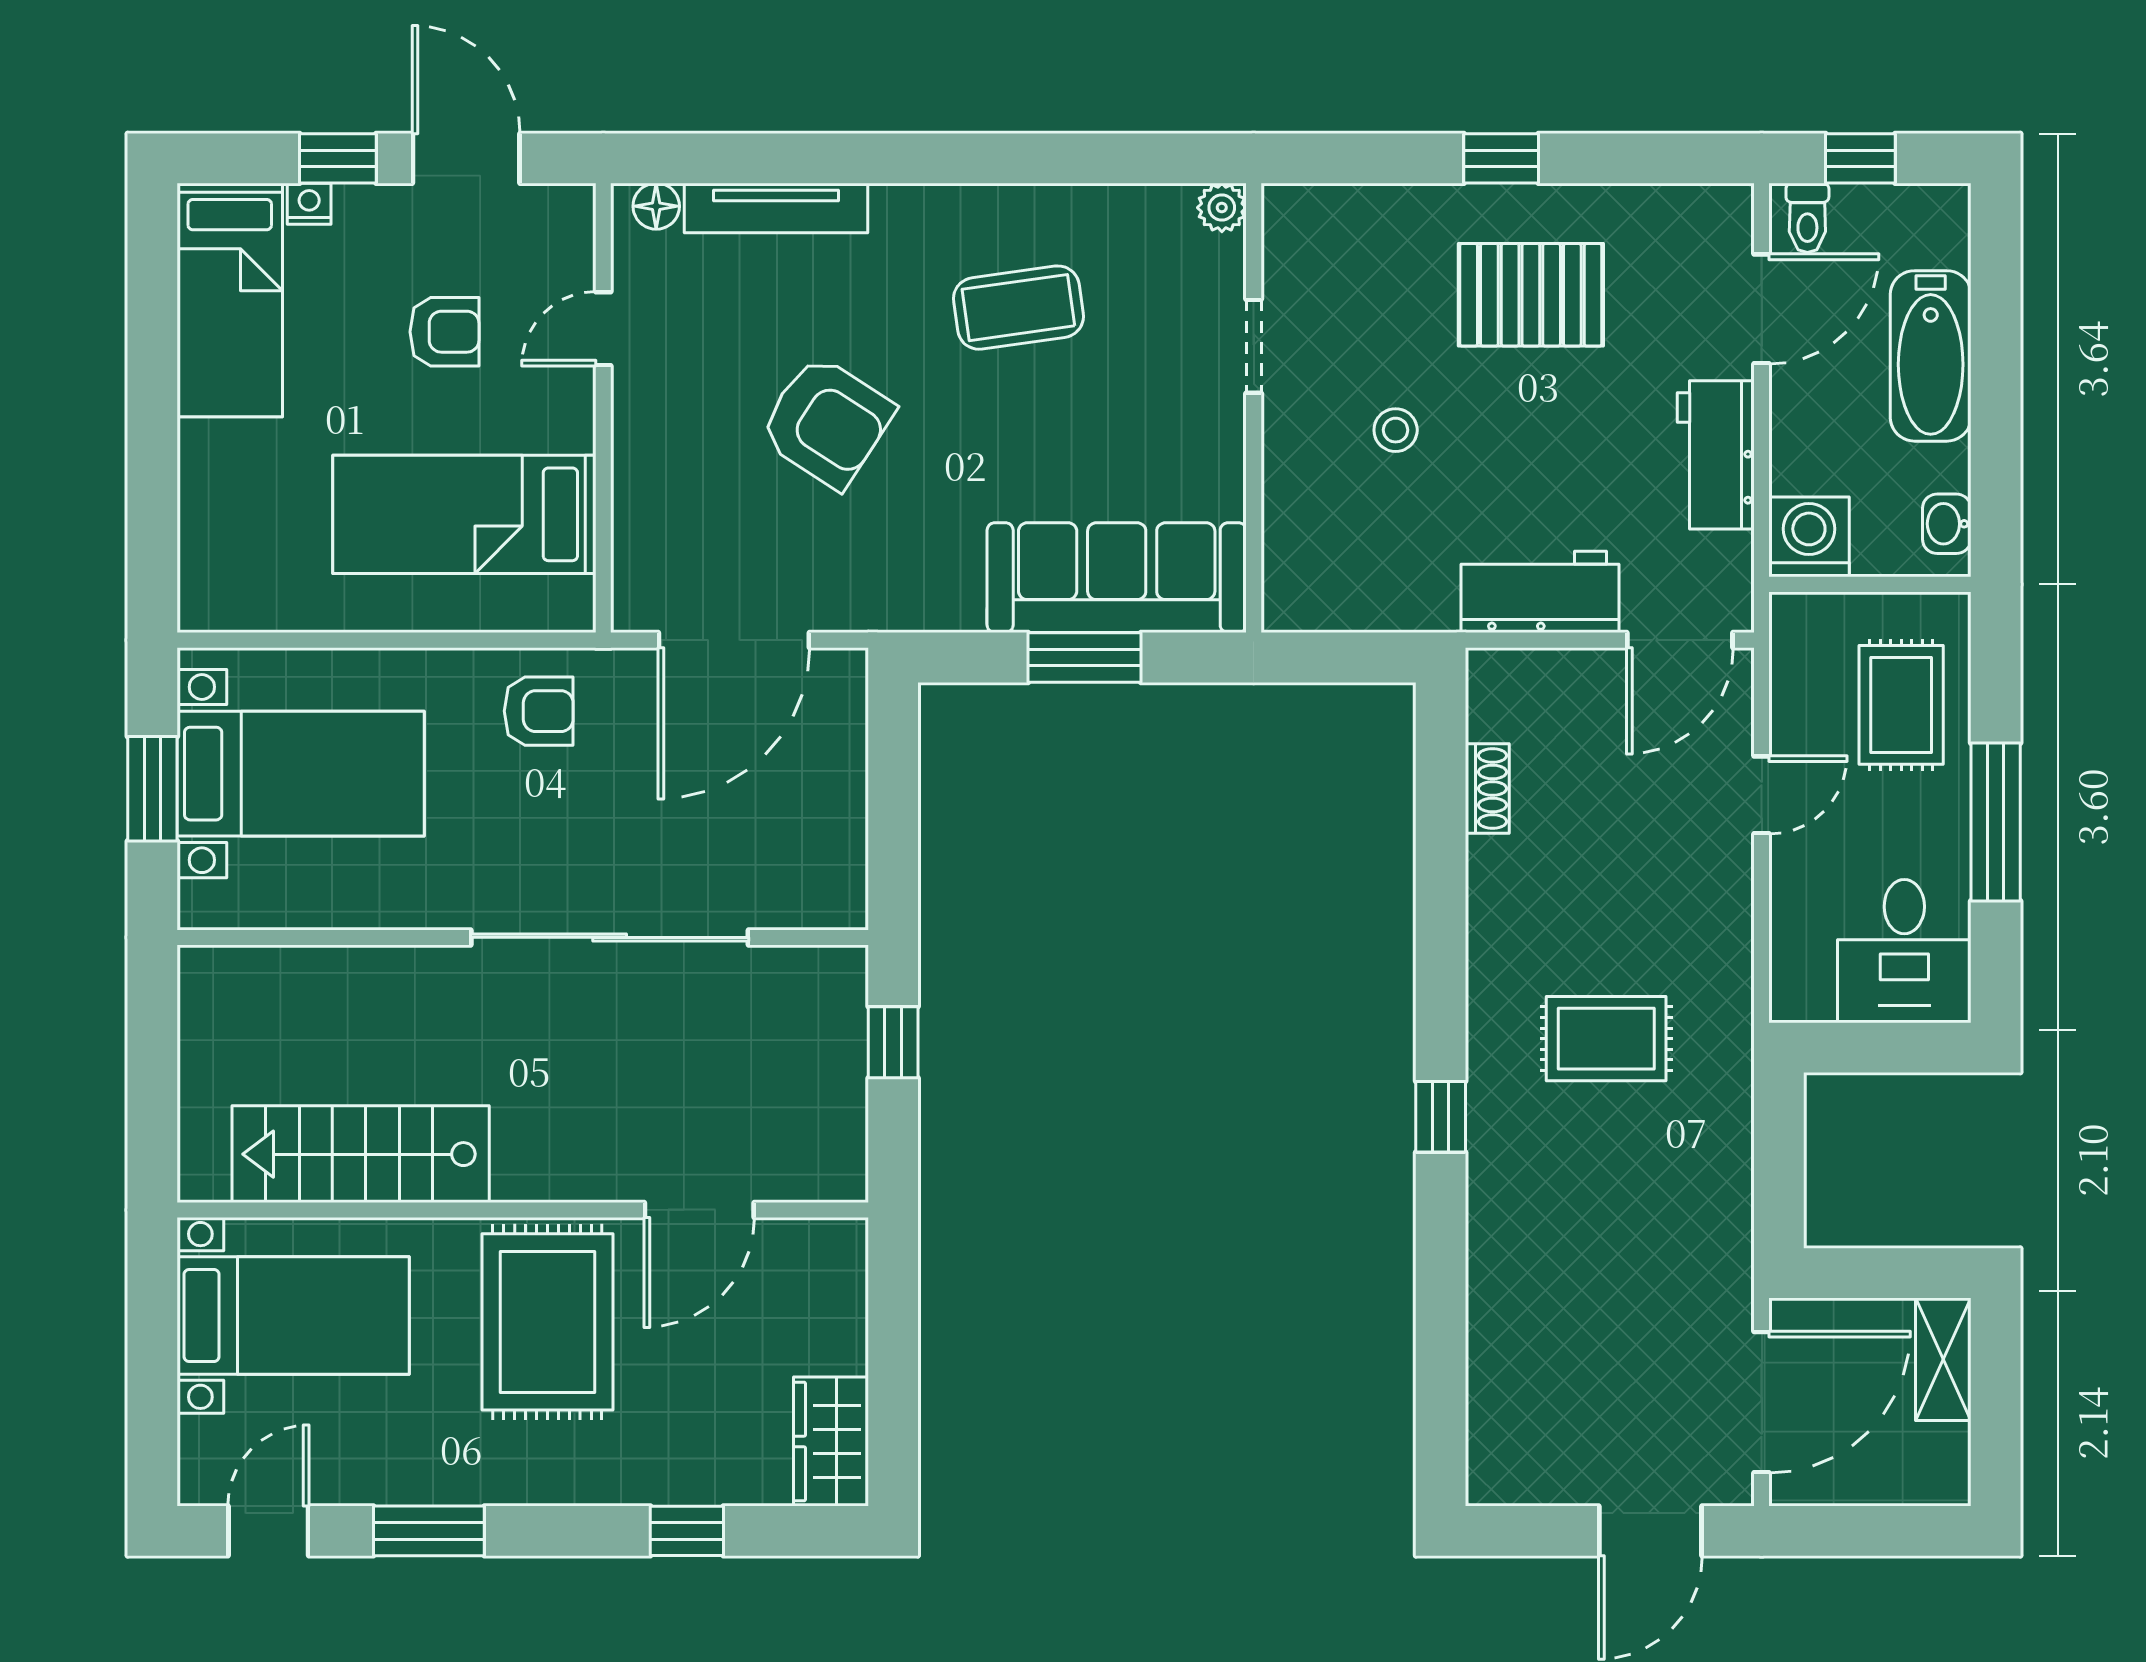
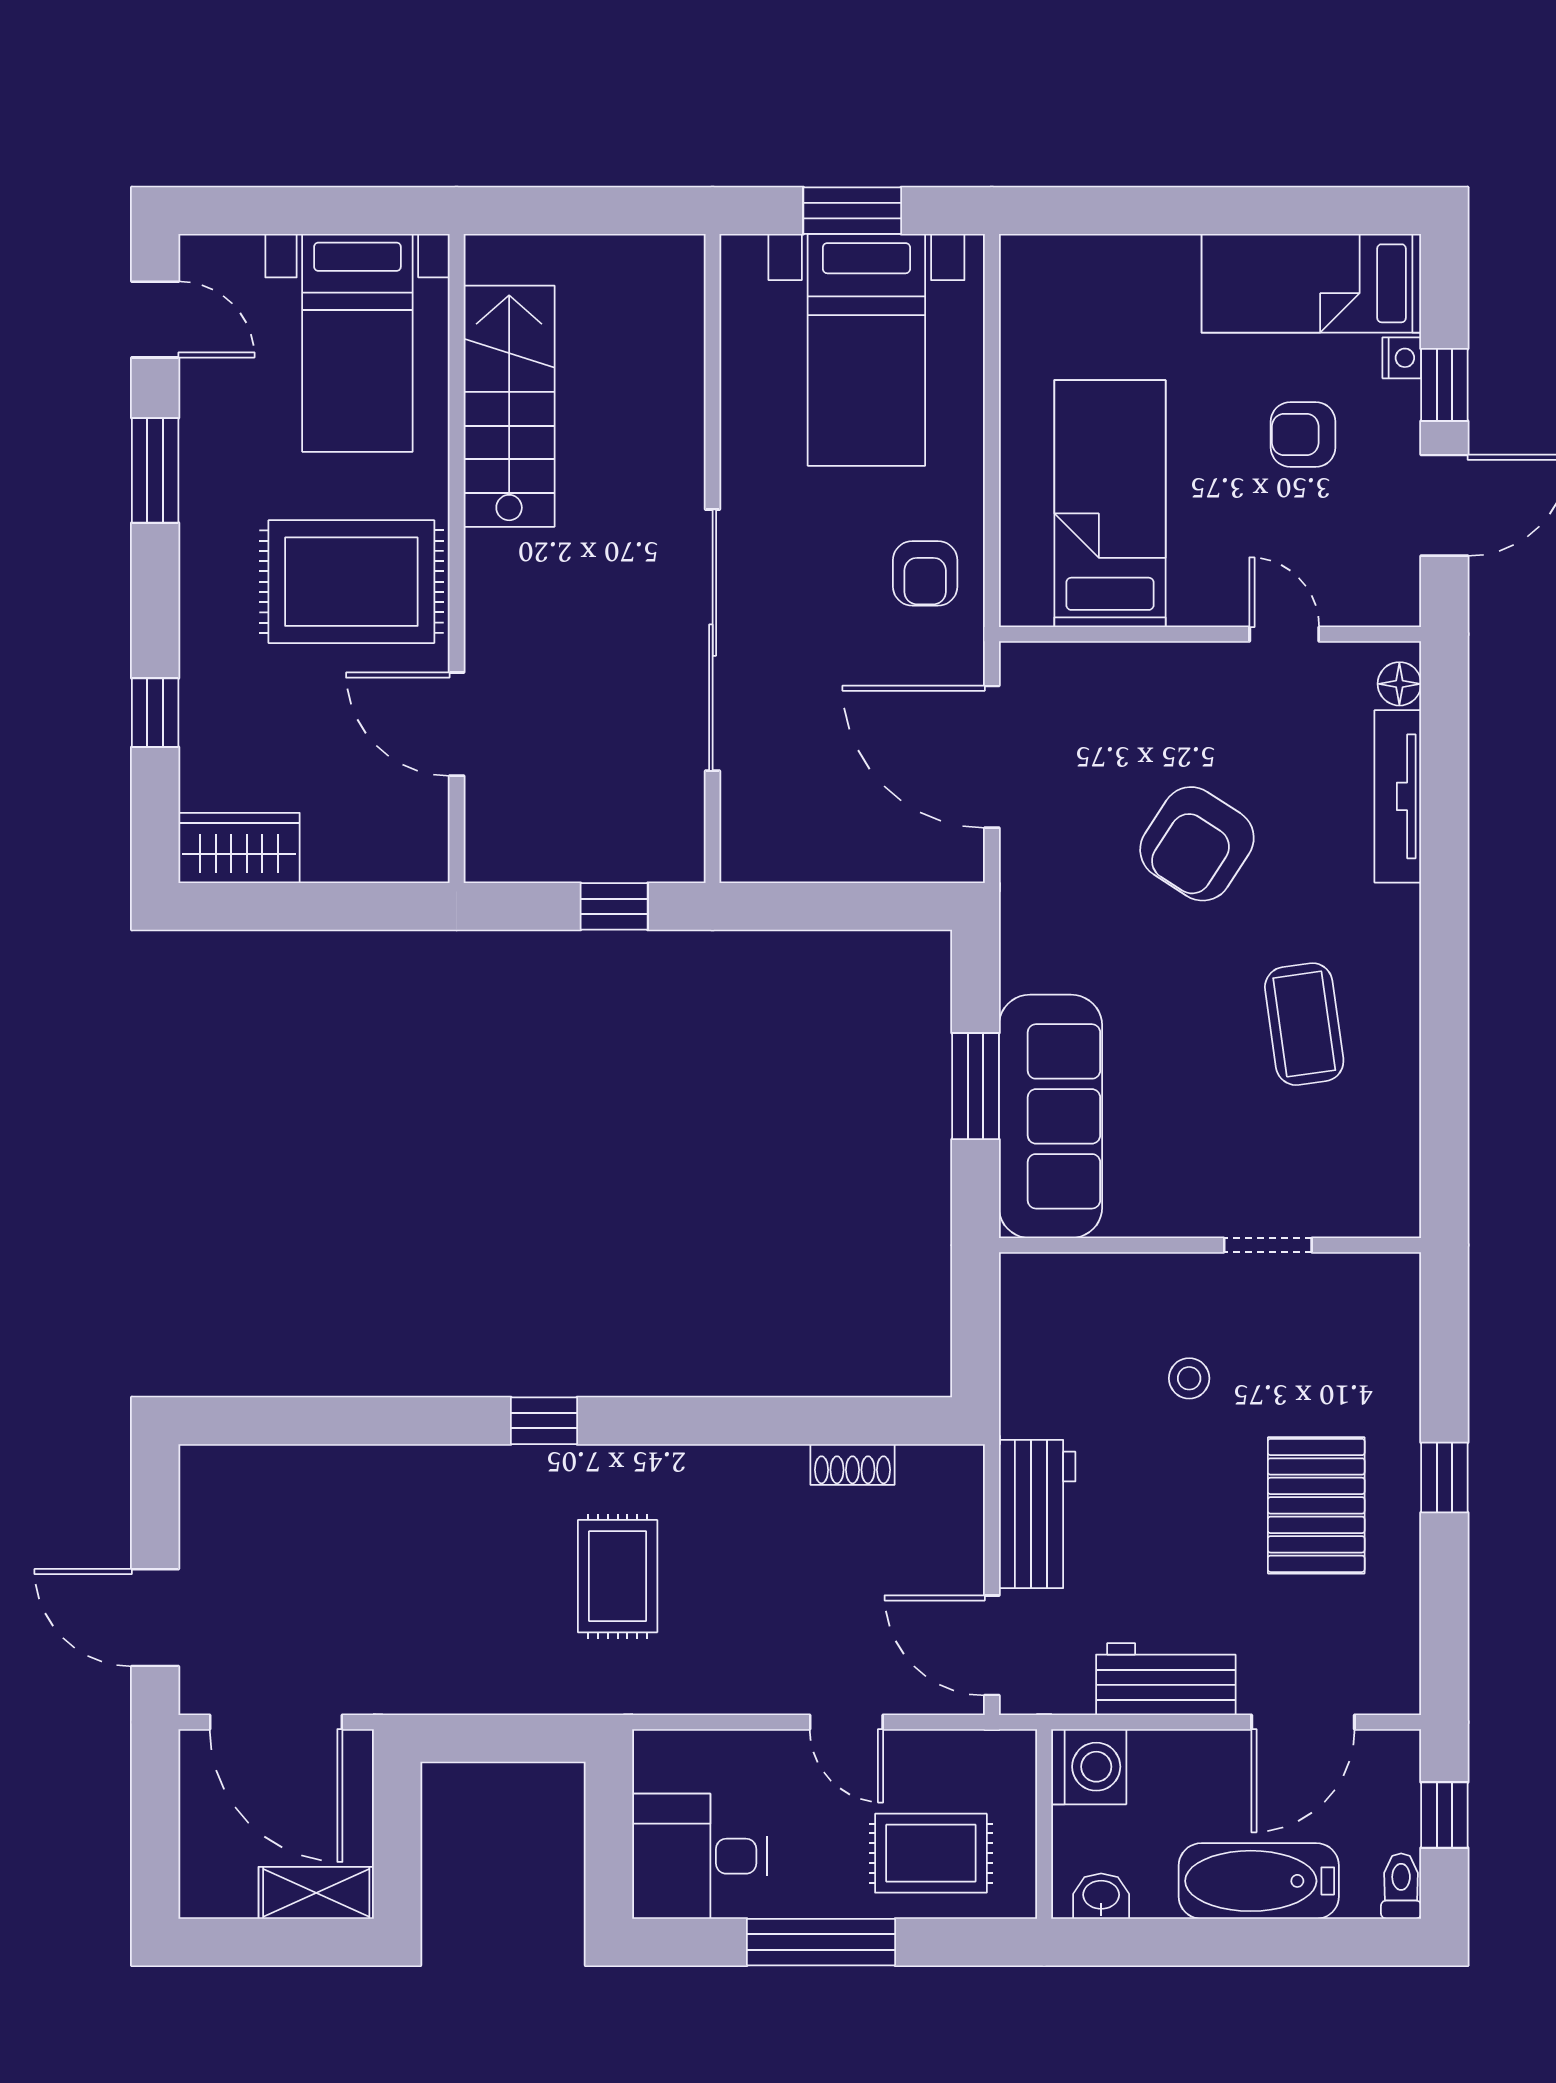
plant: (1222, 208) -> (1398, 1215), removed
toilet: (1807, 218) -> (1401, 1886), moved, turned 90
door: (1762, 309) -> (1303, 1722), hinge flipped
armchair: (444, 332) -> (1303, 435), moved, turned 90

